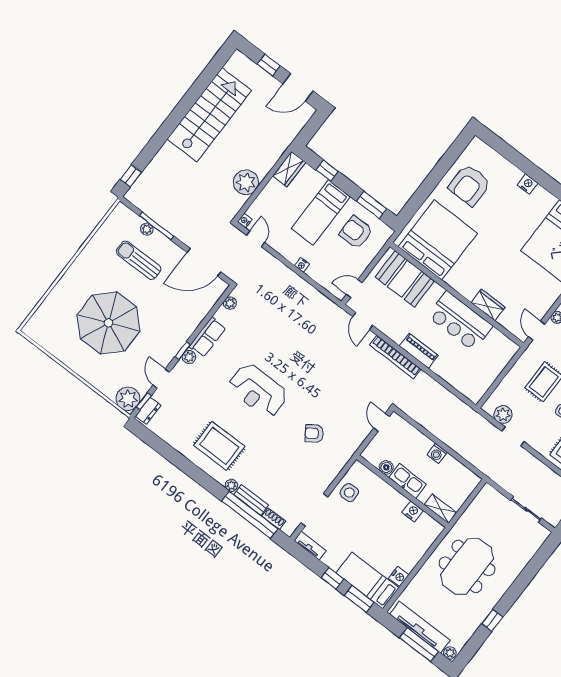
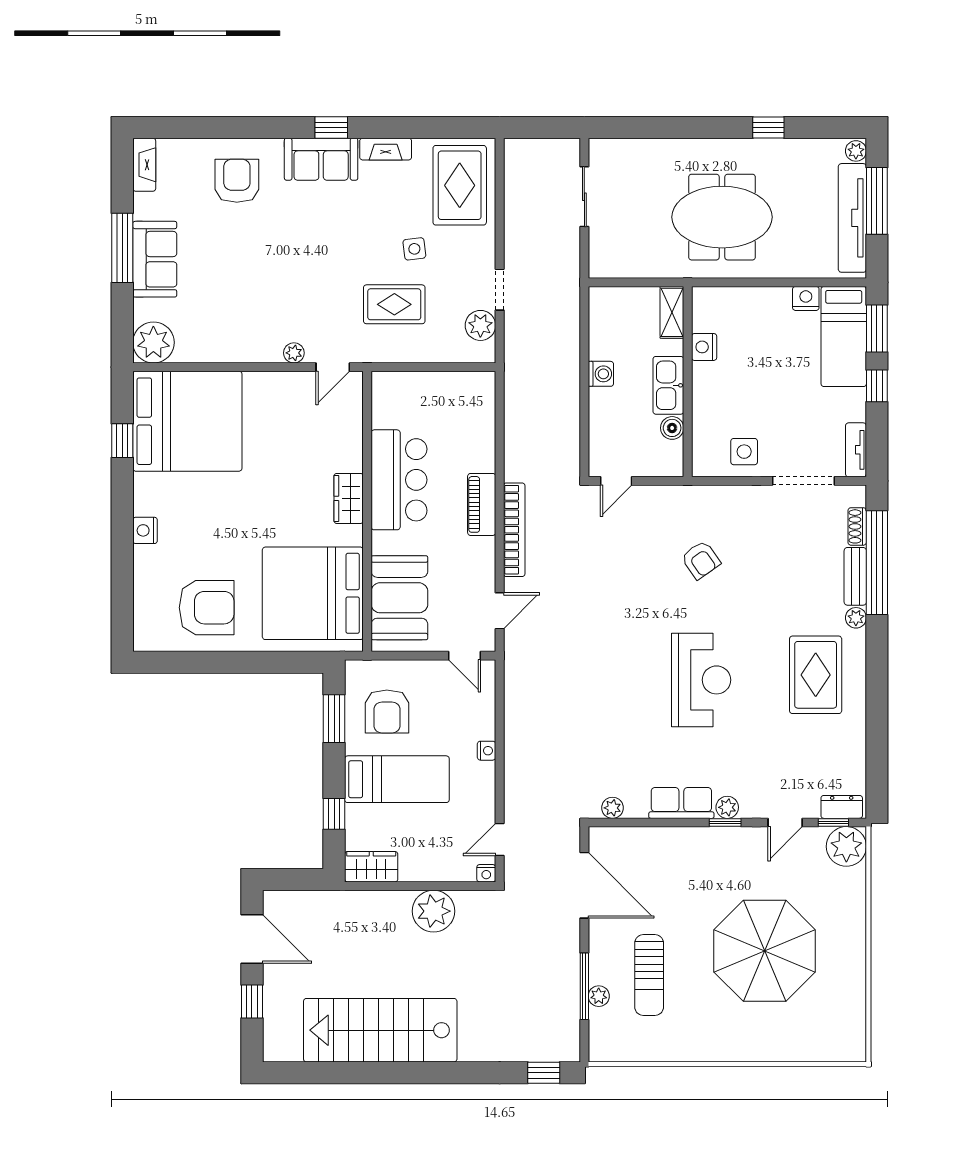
wardrobe: (488, 305) -> (349, 498), moved

